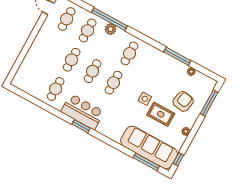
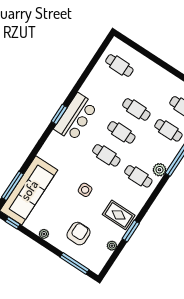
plant: (110, 29) -> (159, 170), moved
window: (177, 56) -> (131, 231), width x0.69
cafe table: (56, 89) -> (119, 65), moved
armchair: (183, 101) -> (79, 234), turned -101
rug: (161, 114) -> (119, 215), moved, turned 90

